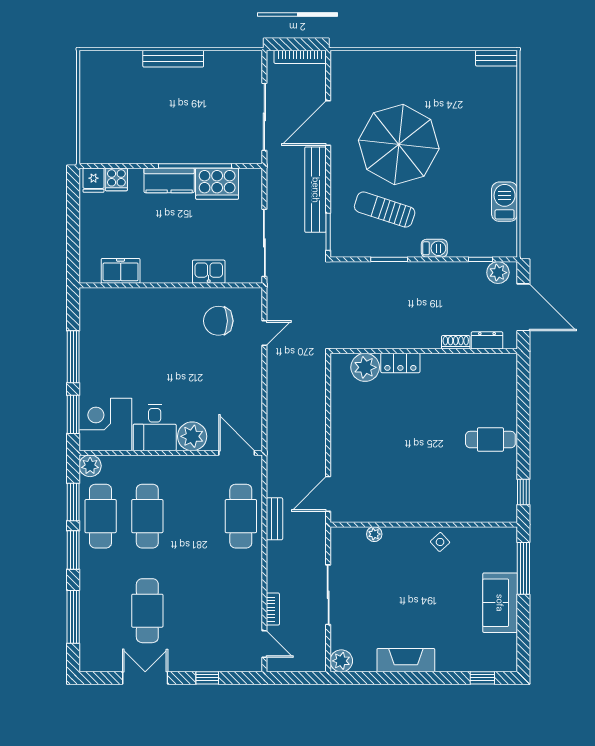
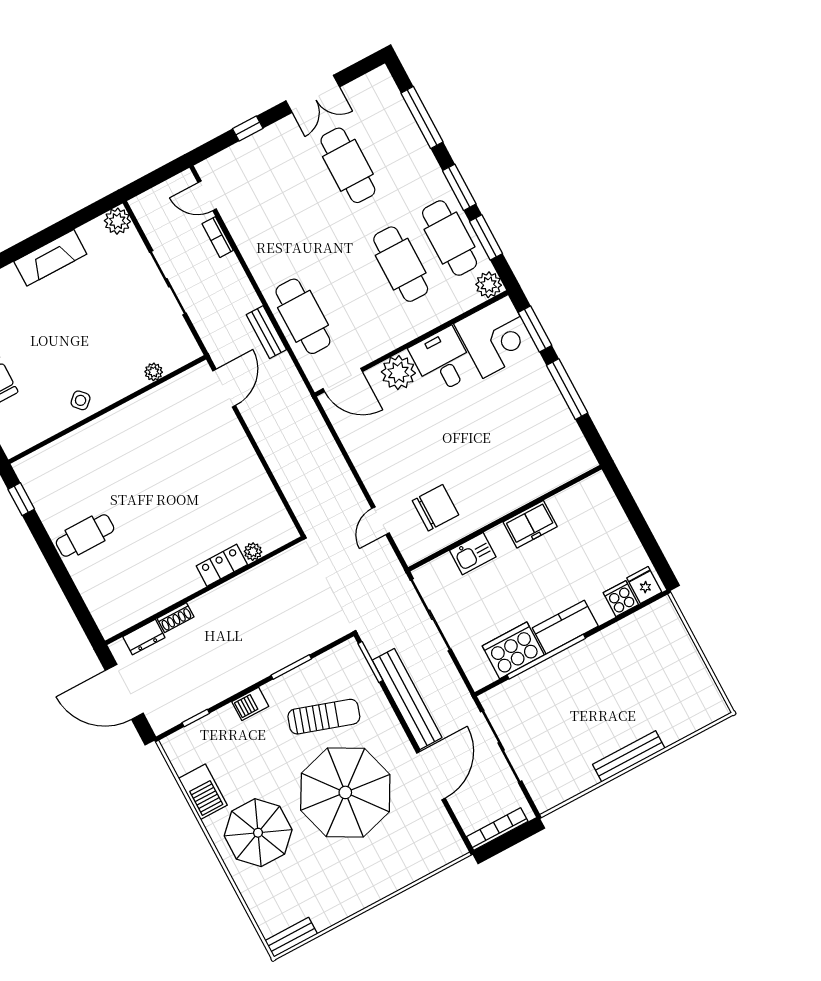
parasol: (480, 149) -> (258, 833), added
freezer: (121, 271) -> (530, 524), moved
plant: (498, 273) -> (170, 714), removed
plant: (365, 367) -> (253, 552), width x0.53, depth x0.53

